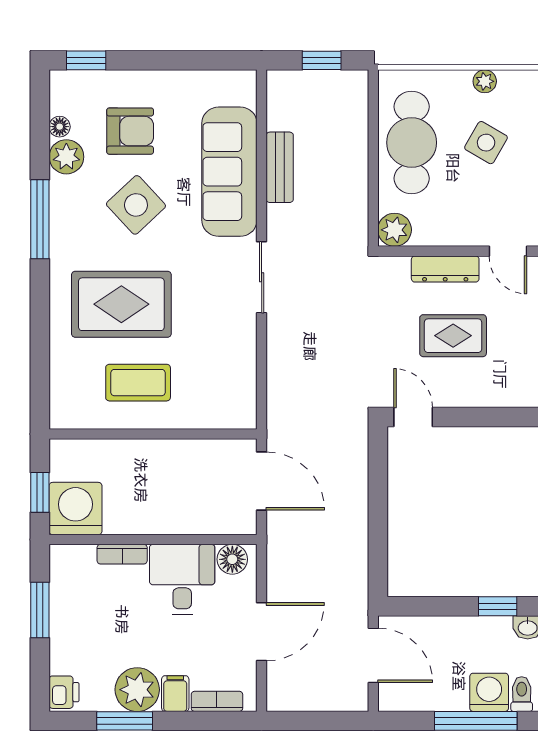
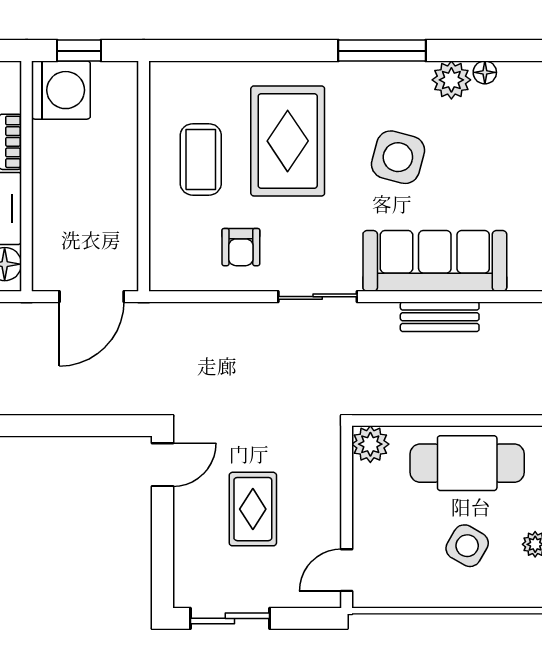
armchair: (130, 131) -> (241, 247), moved, width x0.72, depth x0.72
side table: (136, 205) -> (398, 157), turned -32
dresser: (445, 269) -> (327, 500), removed

